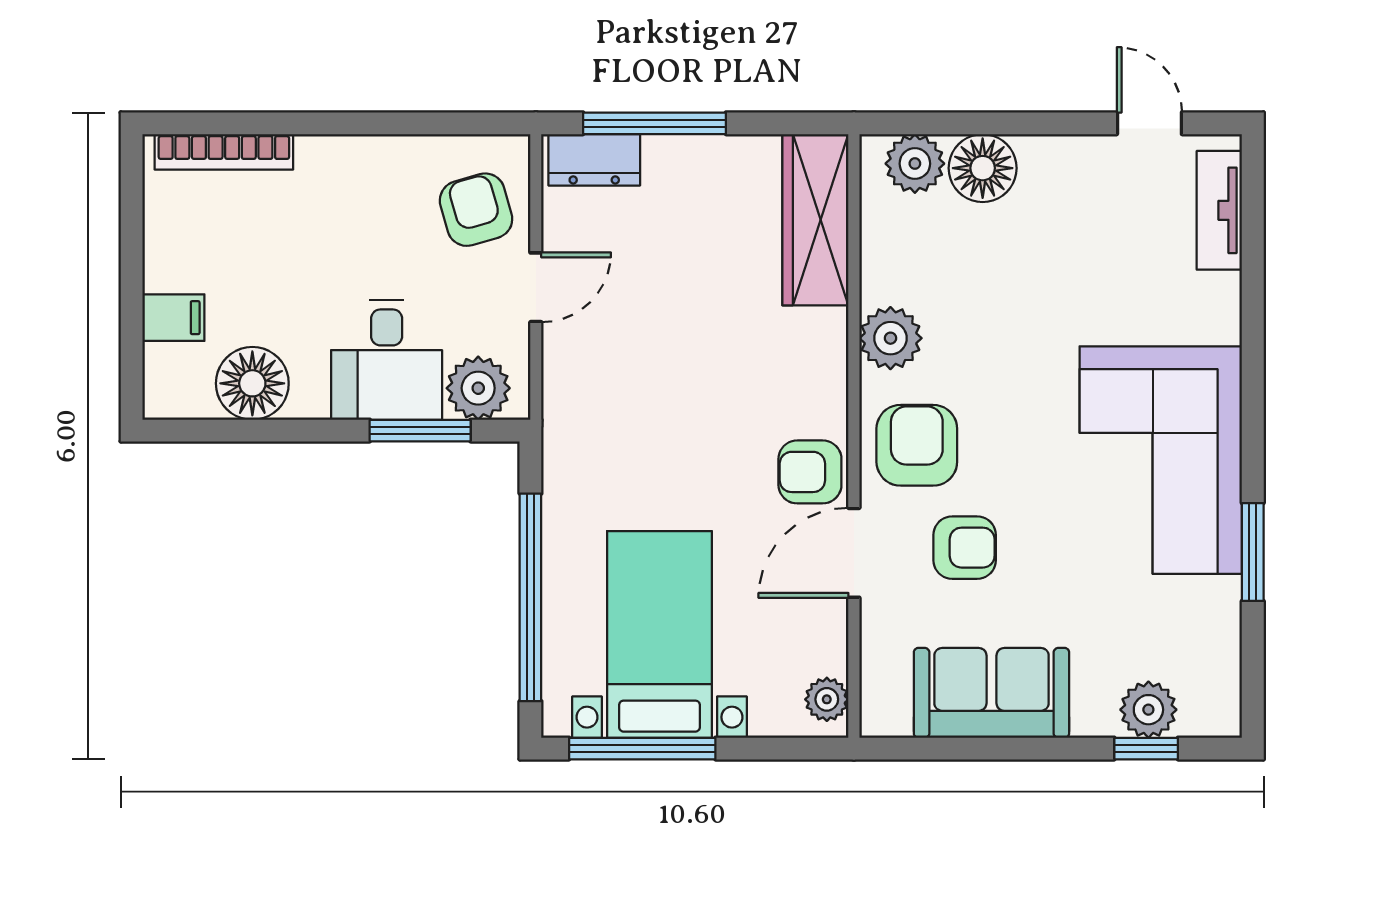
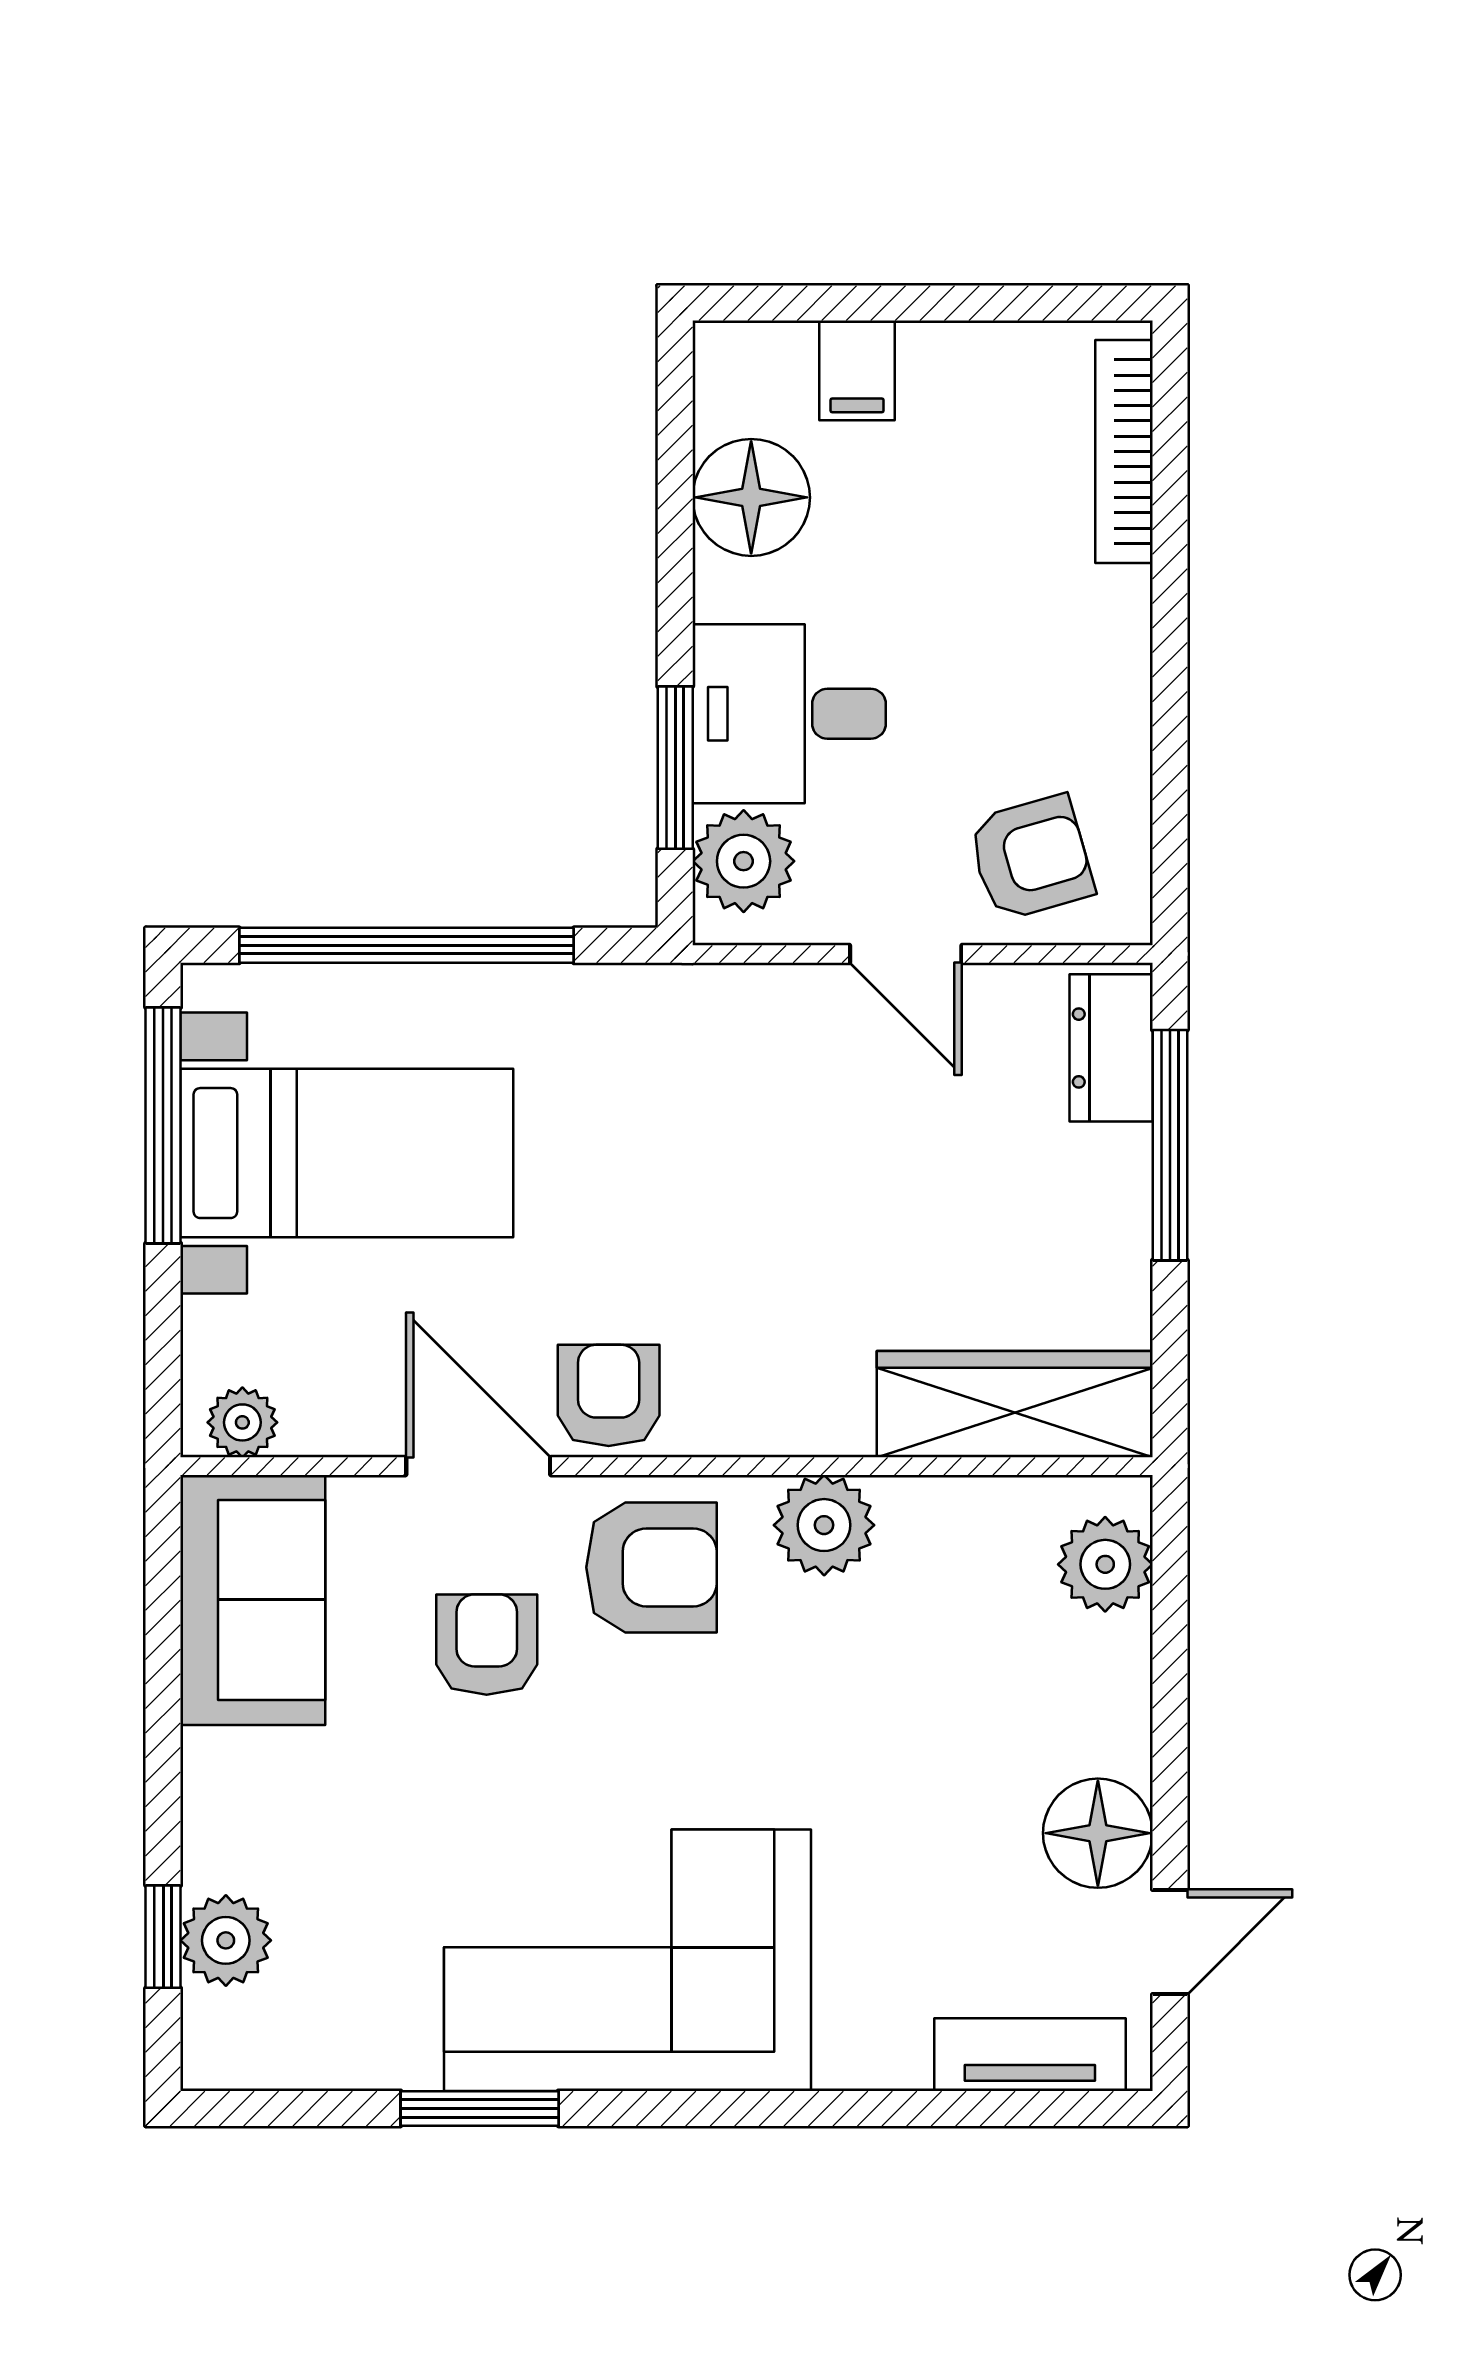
floor lamp: (983, 168) -> (1098, 1833), moved
armchair: (965, 548) -> (487, 1645), turned 180
sofa: (991, 693) -> (253, 1600), moved

